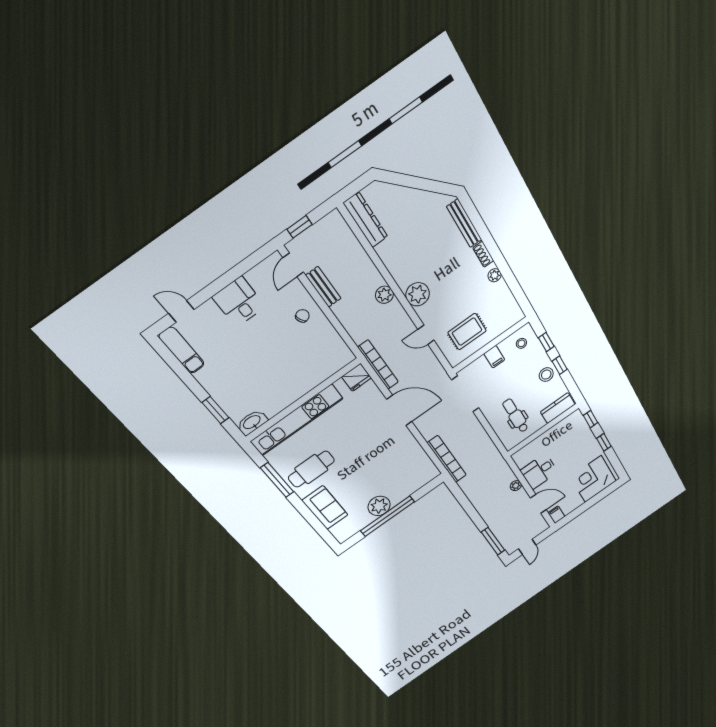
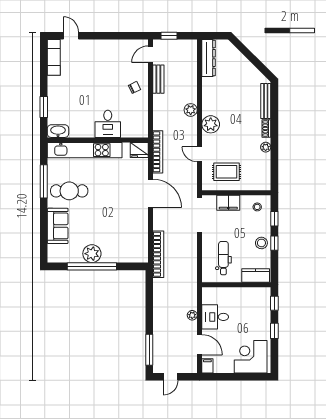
desk: (239, 302) -> (108, 124), moved, turned 180
filing cabinet: (494, 357) -> (228, 203), width x2.00

